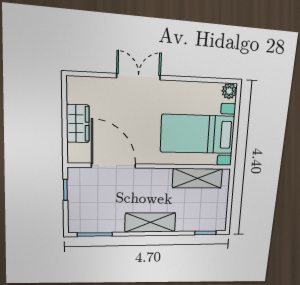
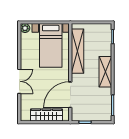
double door: (139, 77) -> (19, 81), swing flipped
wardrobe: (78, 124) -> (46, 115), width x1.50
shelving: (197, 178) -> (77, 51), width x1.47

